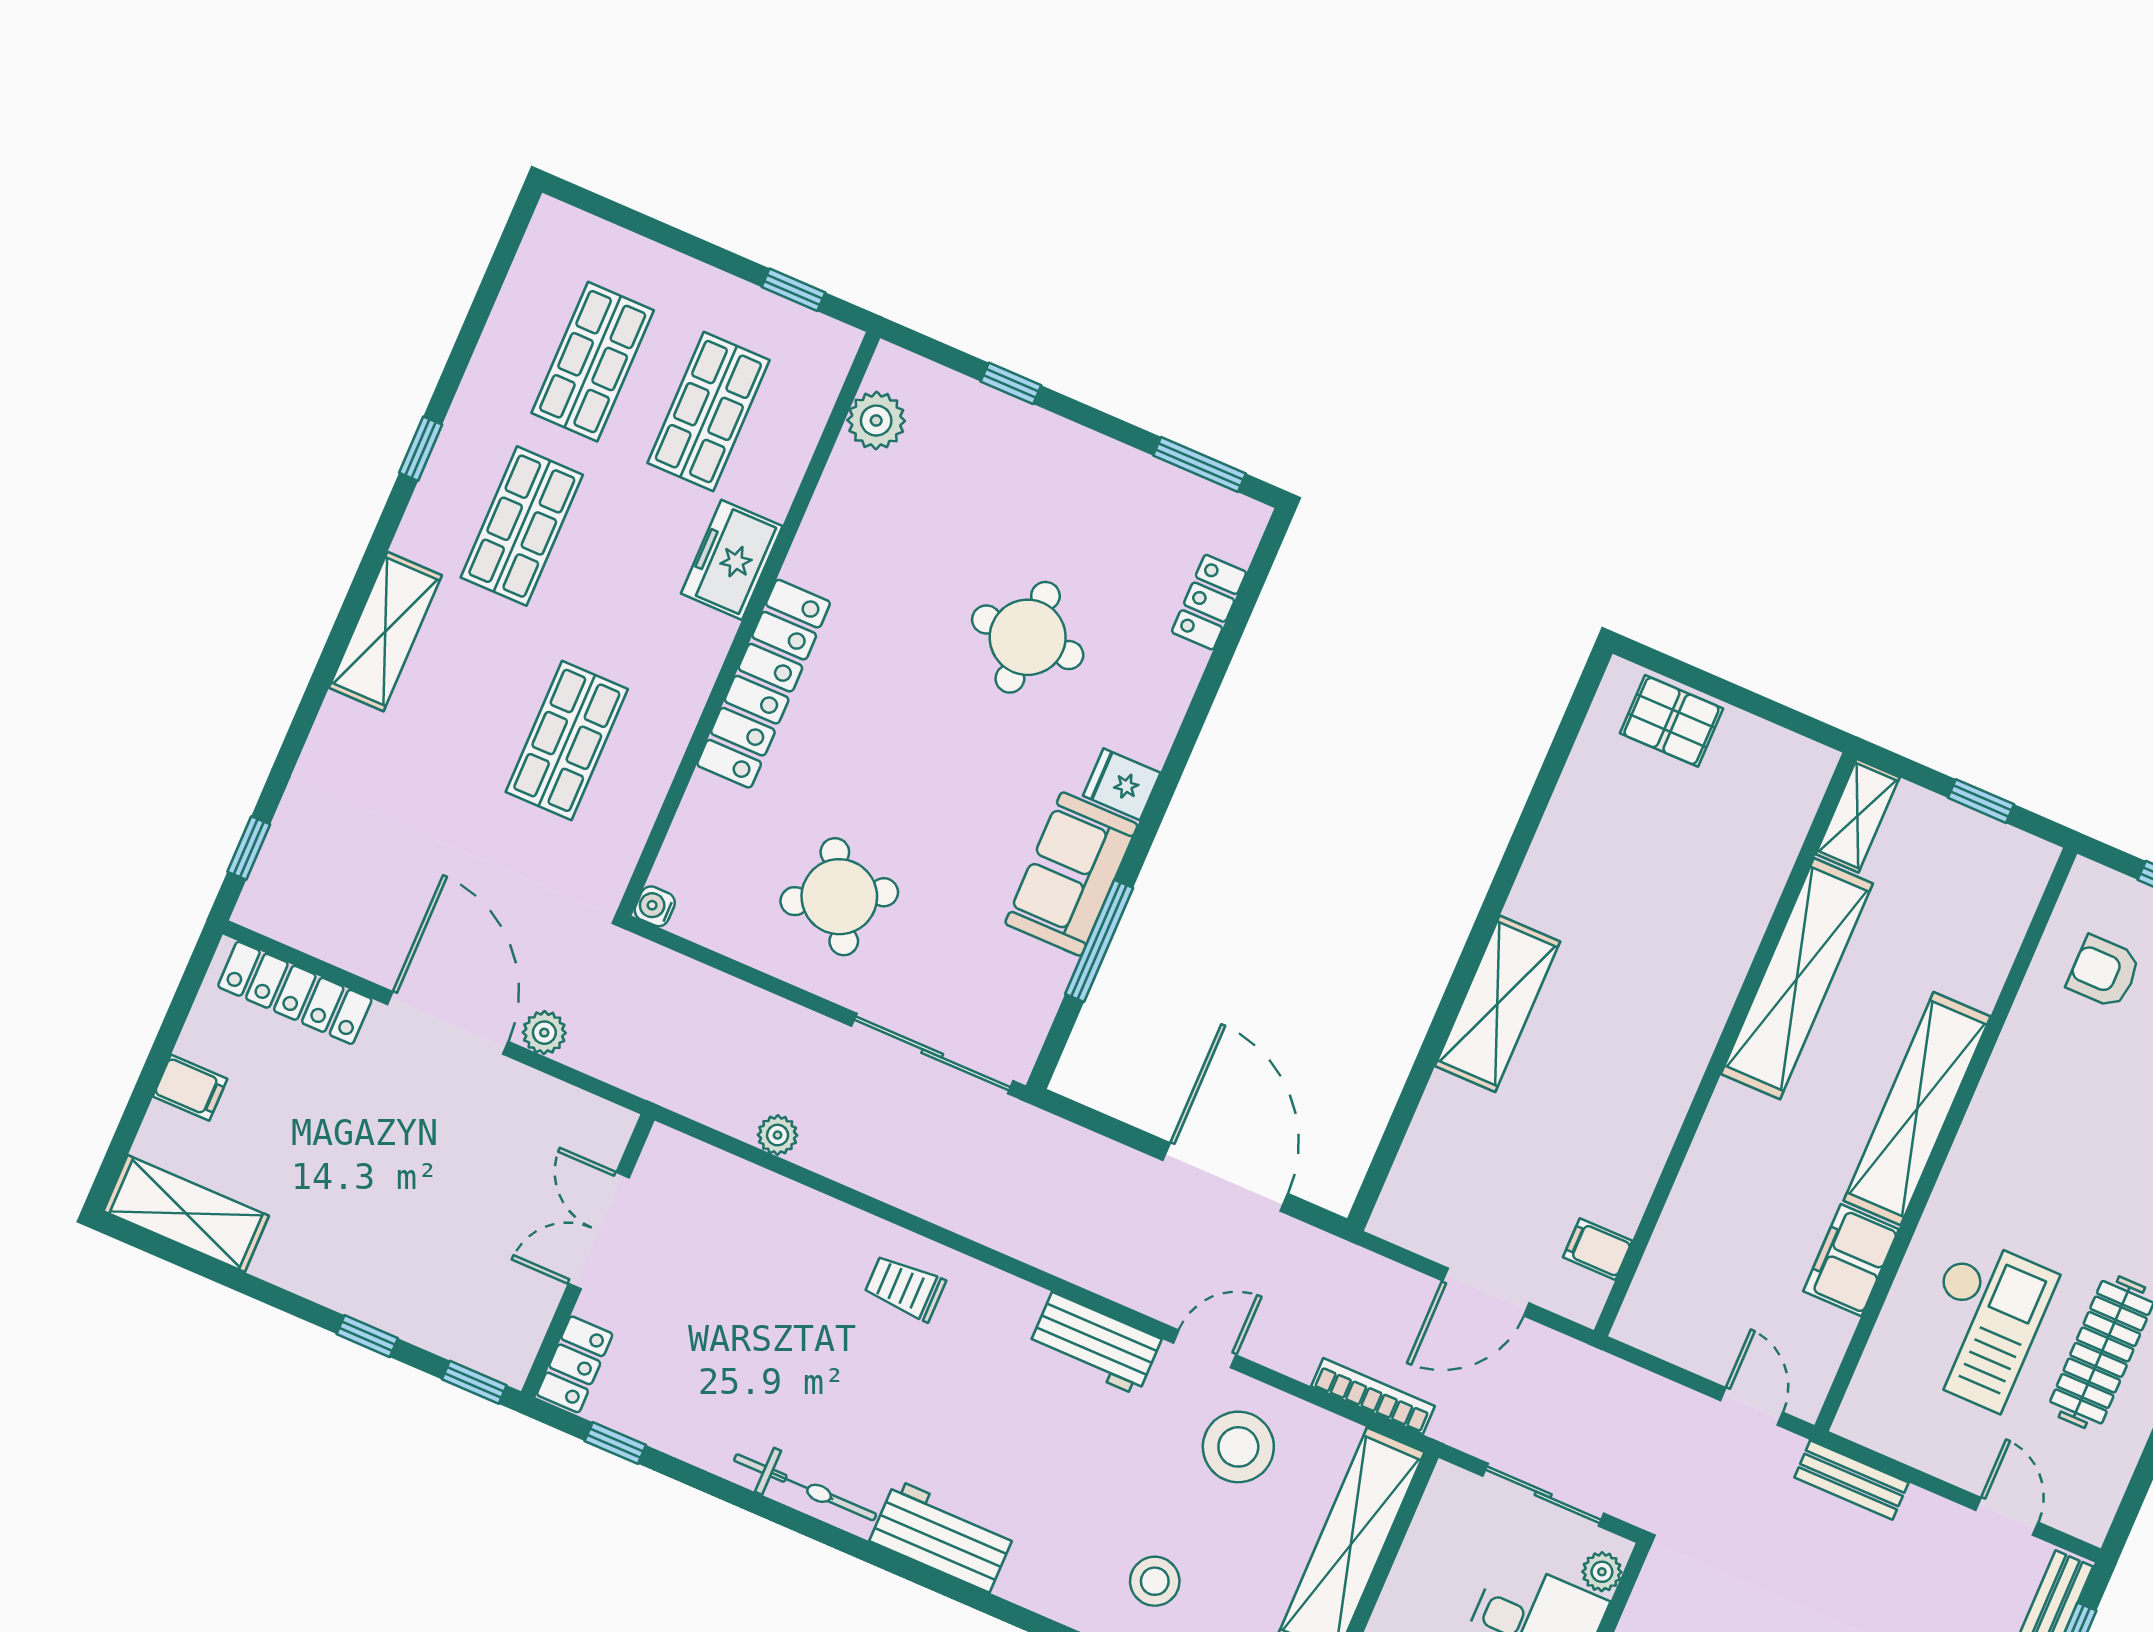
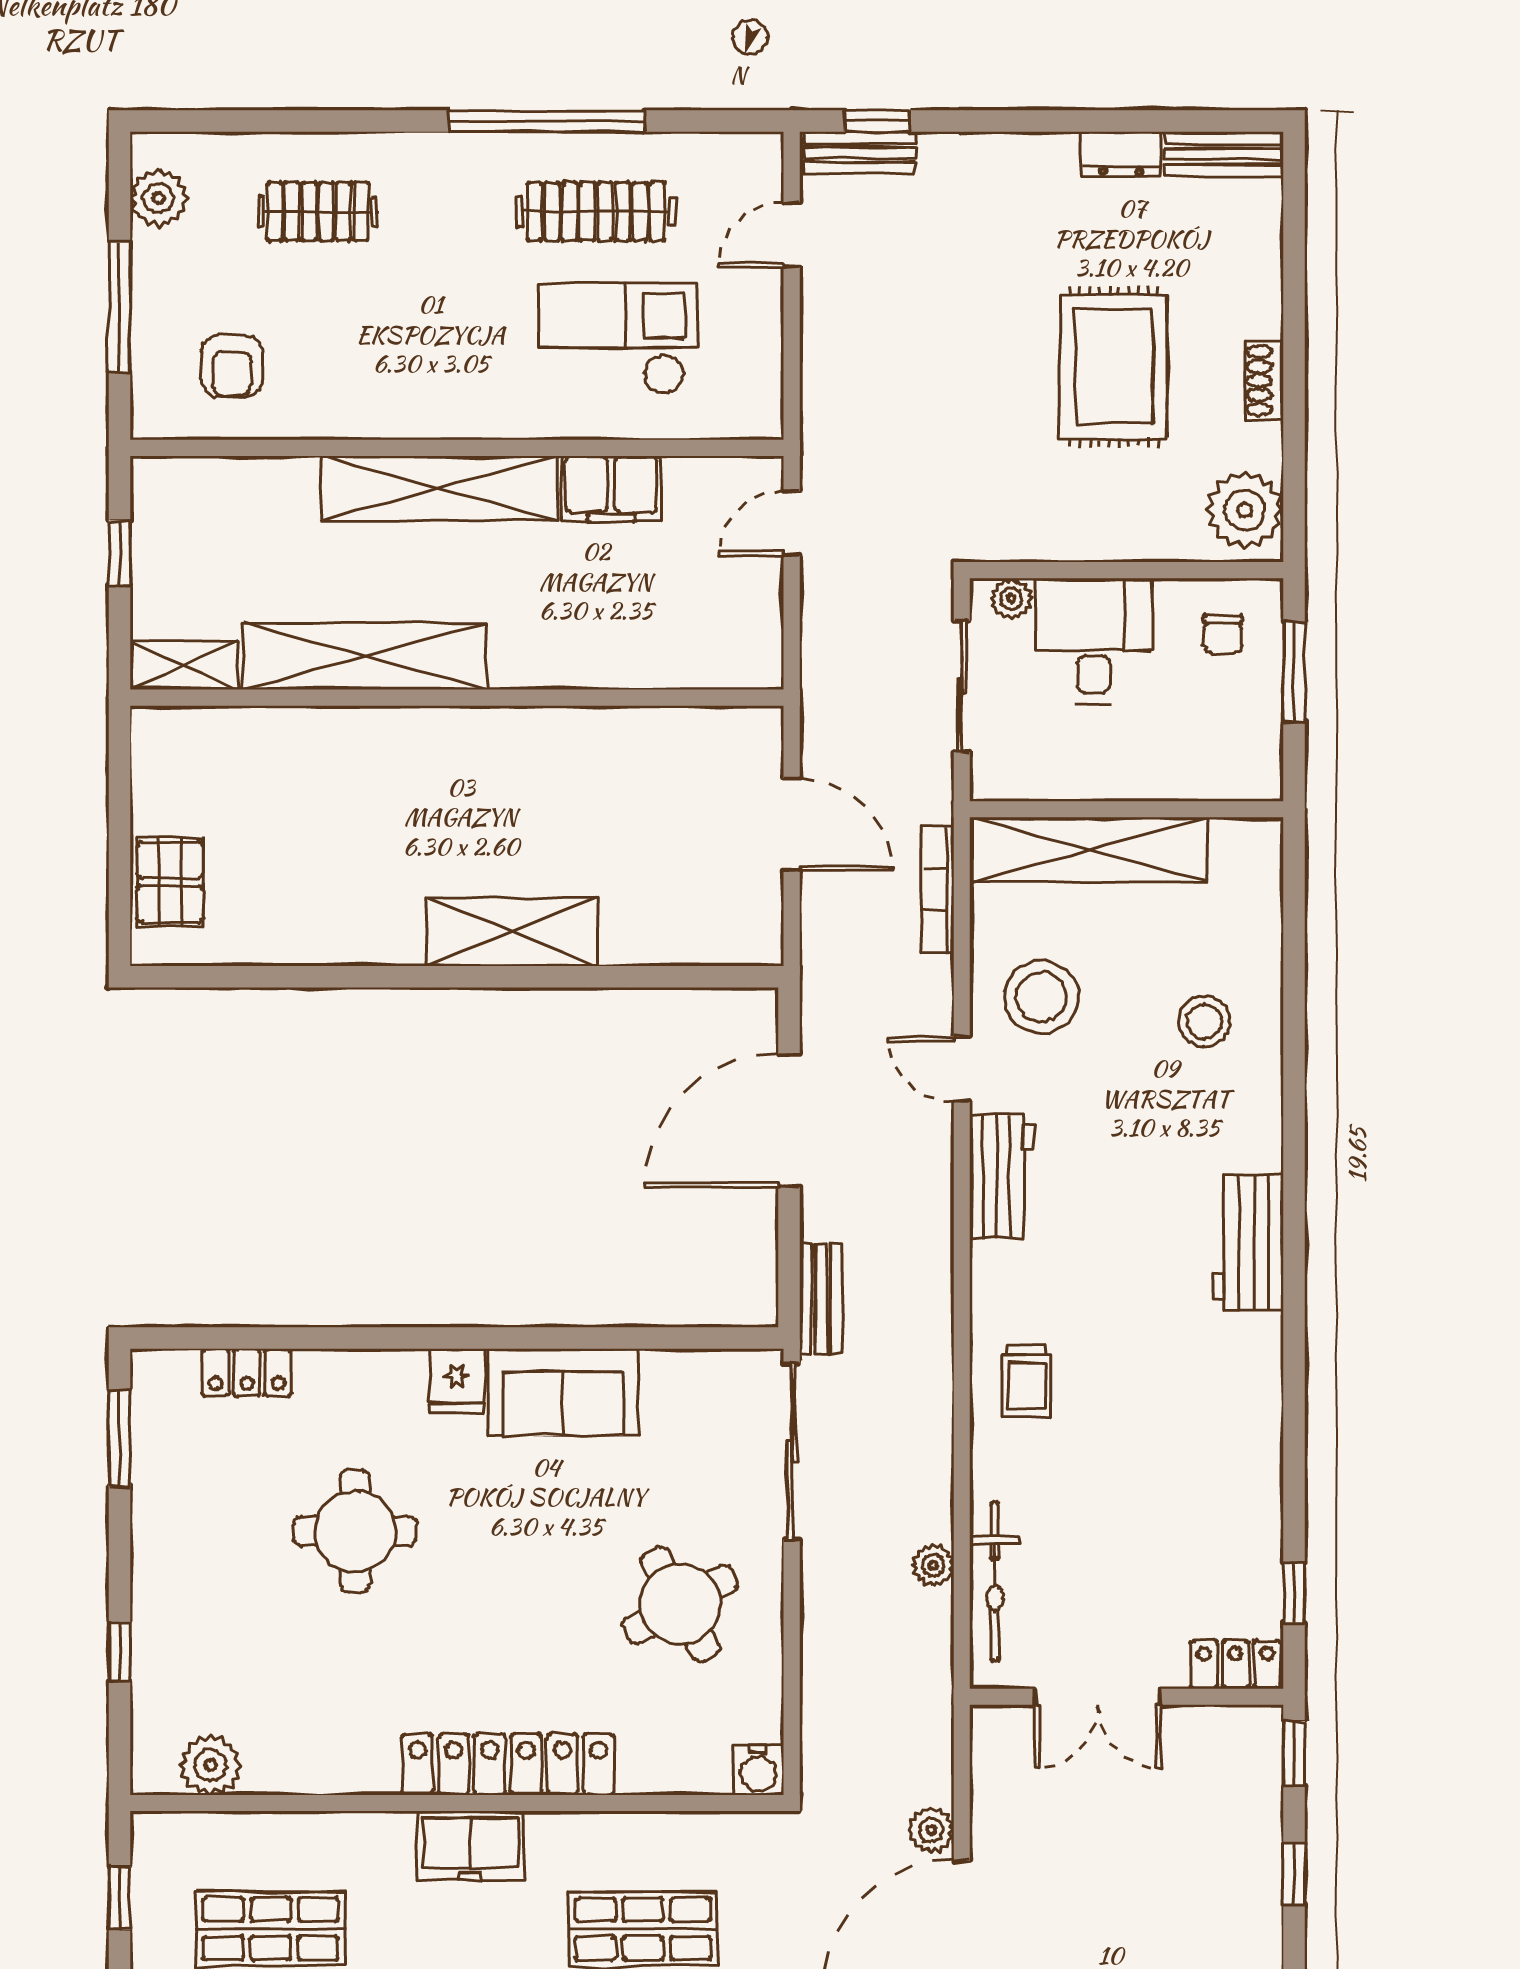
freezer: (732, 560) -> (471, 1846), moved
water cooler: (655, 906) -> (758, 1770), width x1.38, depth x1.38
window: (1099, 941) -> (615, 1338), removed
filing cabinet: (1598, 1249) -> (705, 735), removed
bench: (1851, 1480) -> (821, 1299), moved
bicycle: (805, 1487) -> (995, 1582), moved, turned 180

